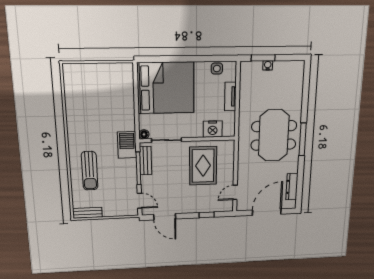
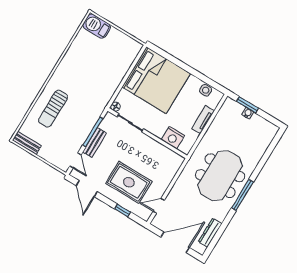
barbecue: (127, 145) -> (97, 26), moved, turned -90
bench: (146, 161) -> (95, 143), moved
rug: (203, 166) -> (129, 182), moved, turned 90

